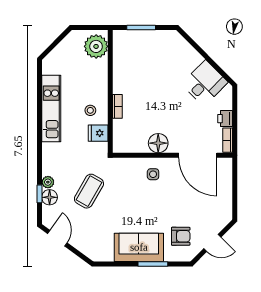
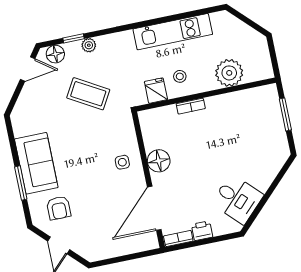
plant: (96, 46) -> (229, 73), moved
floor lamp: (50, 197) -> (55, 54), moved

